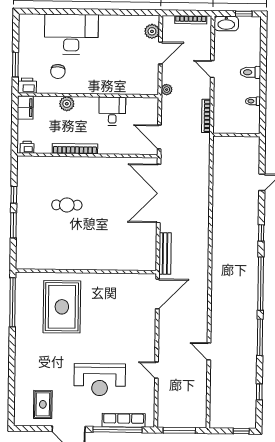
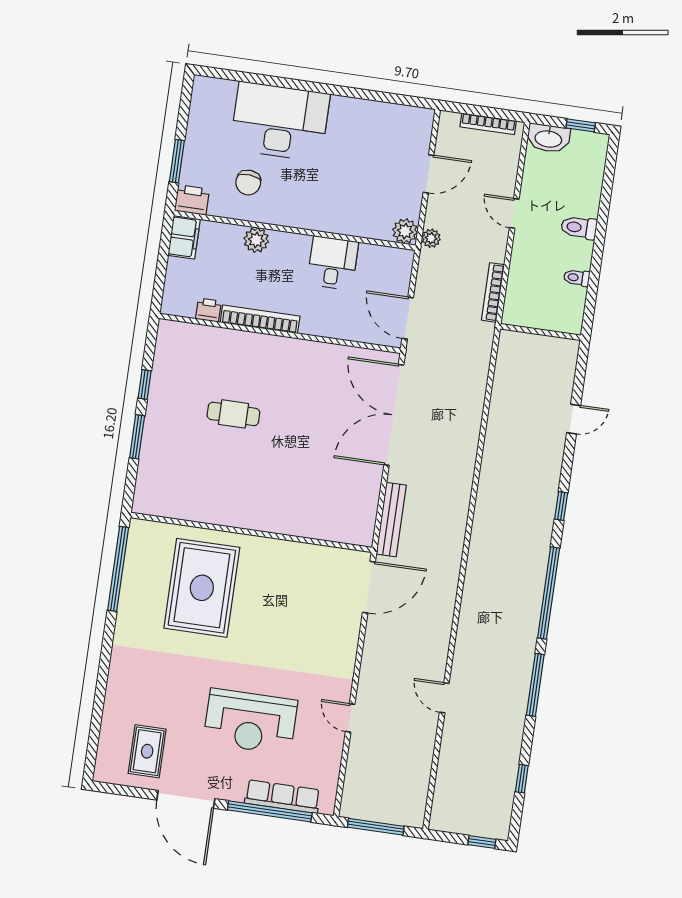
plant: (152, 31) -> (405, 231), moved
printer: (27, 147) -> (208, 310), moved

